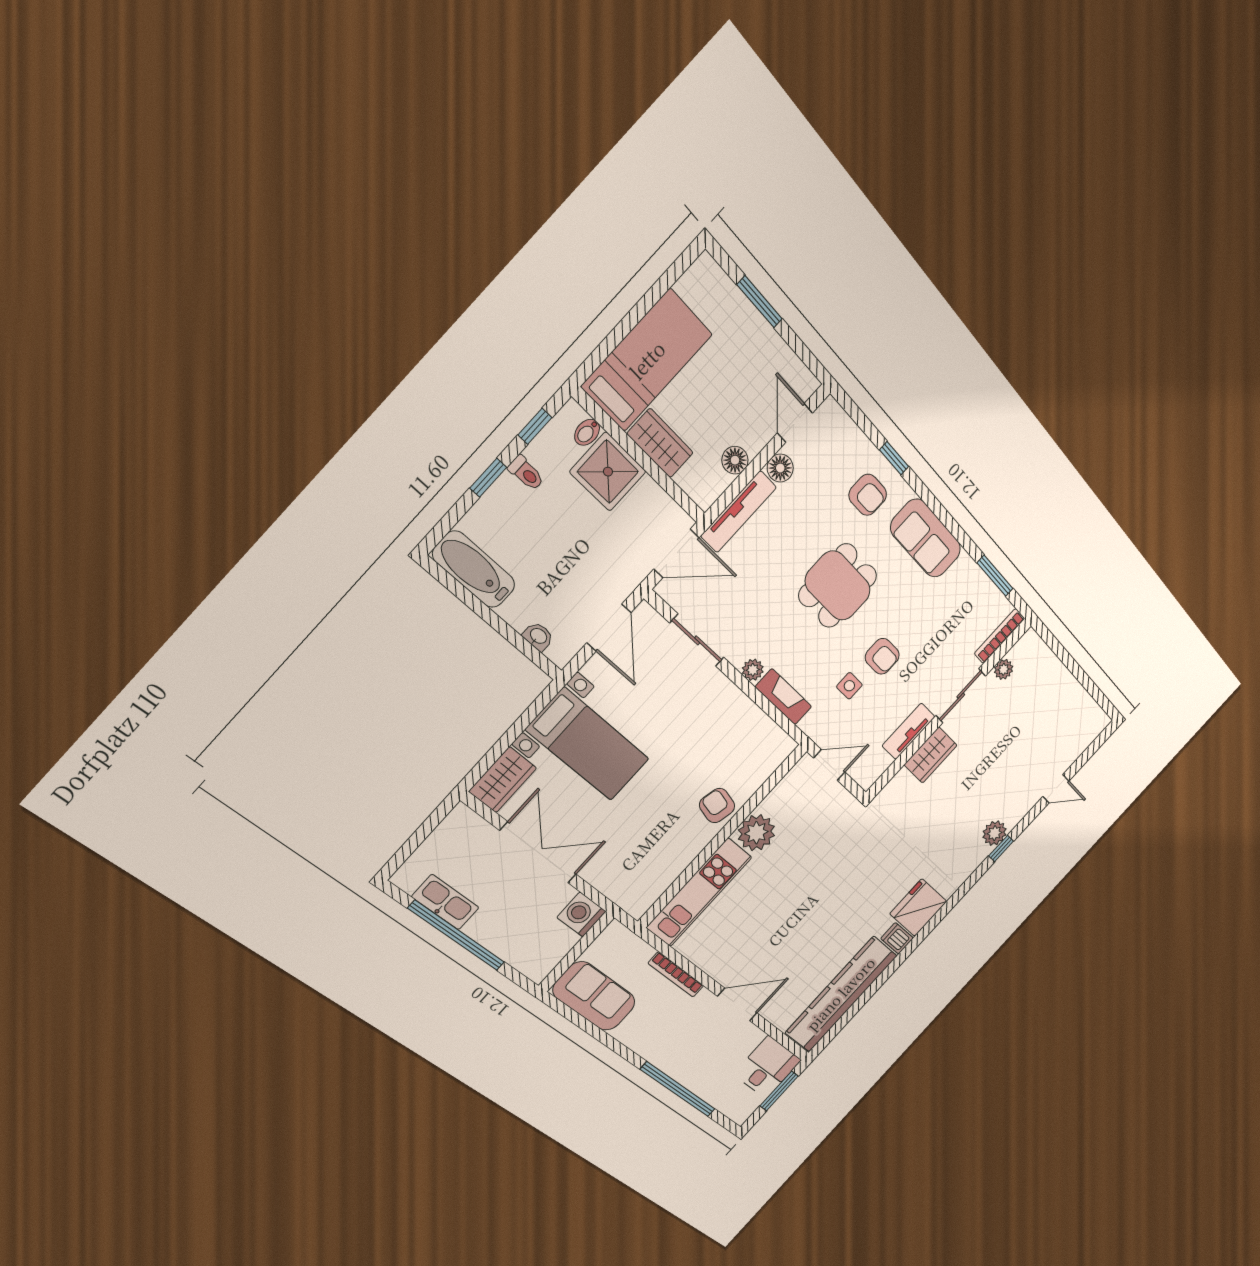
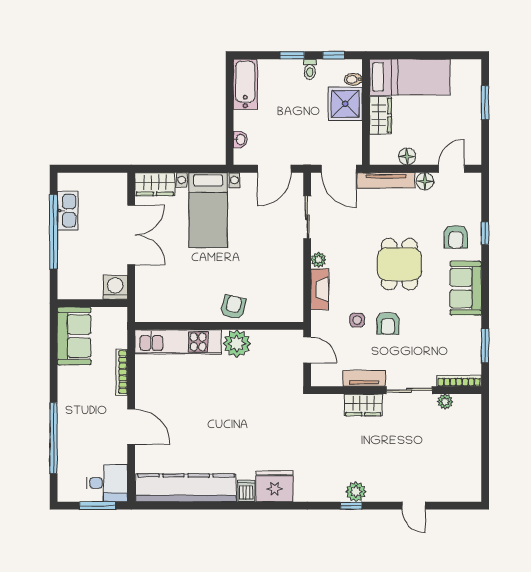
dining table: (838, 586) -> (399, 264), turned 90

